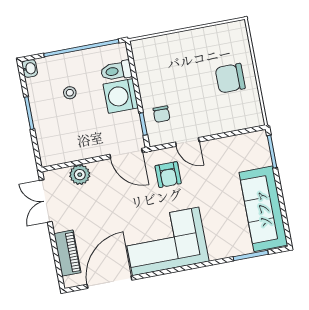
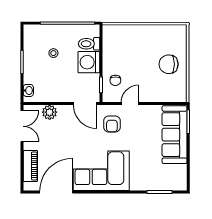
washbasin: (30, 68) -> (28, 90), moved
door: (187, 142) -> (130, 104), swing flipped
double door: (46, 201) -> (22, 126), swing flipped
sofa: (263, 209) -> (175, 135), moved

